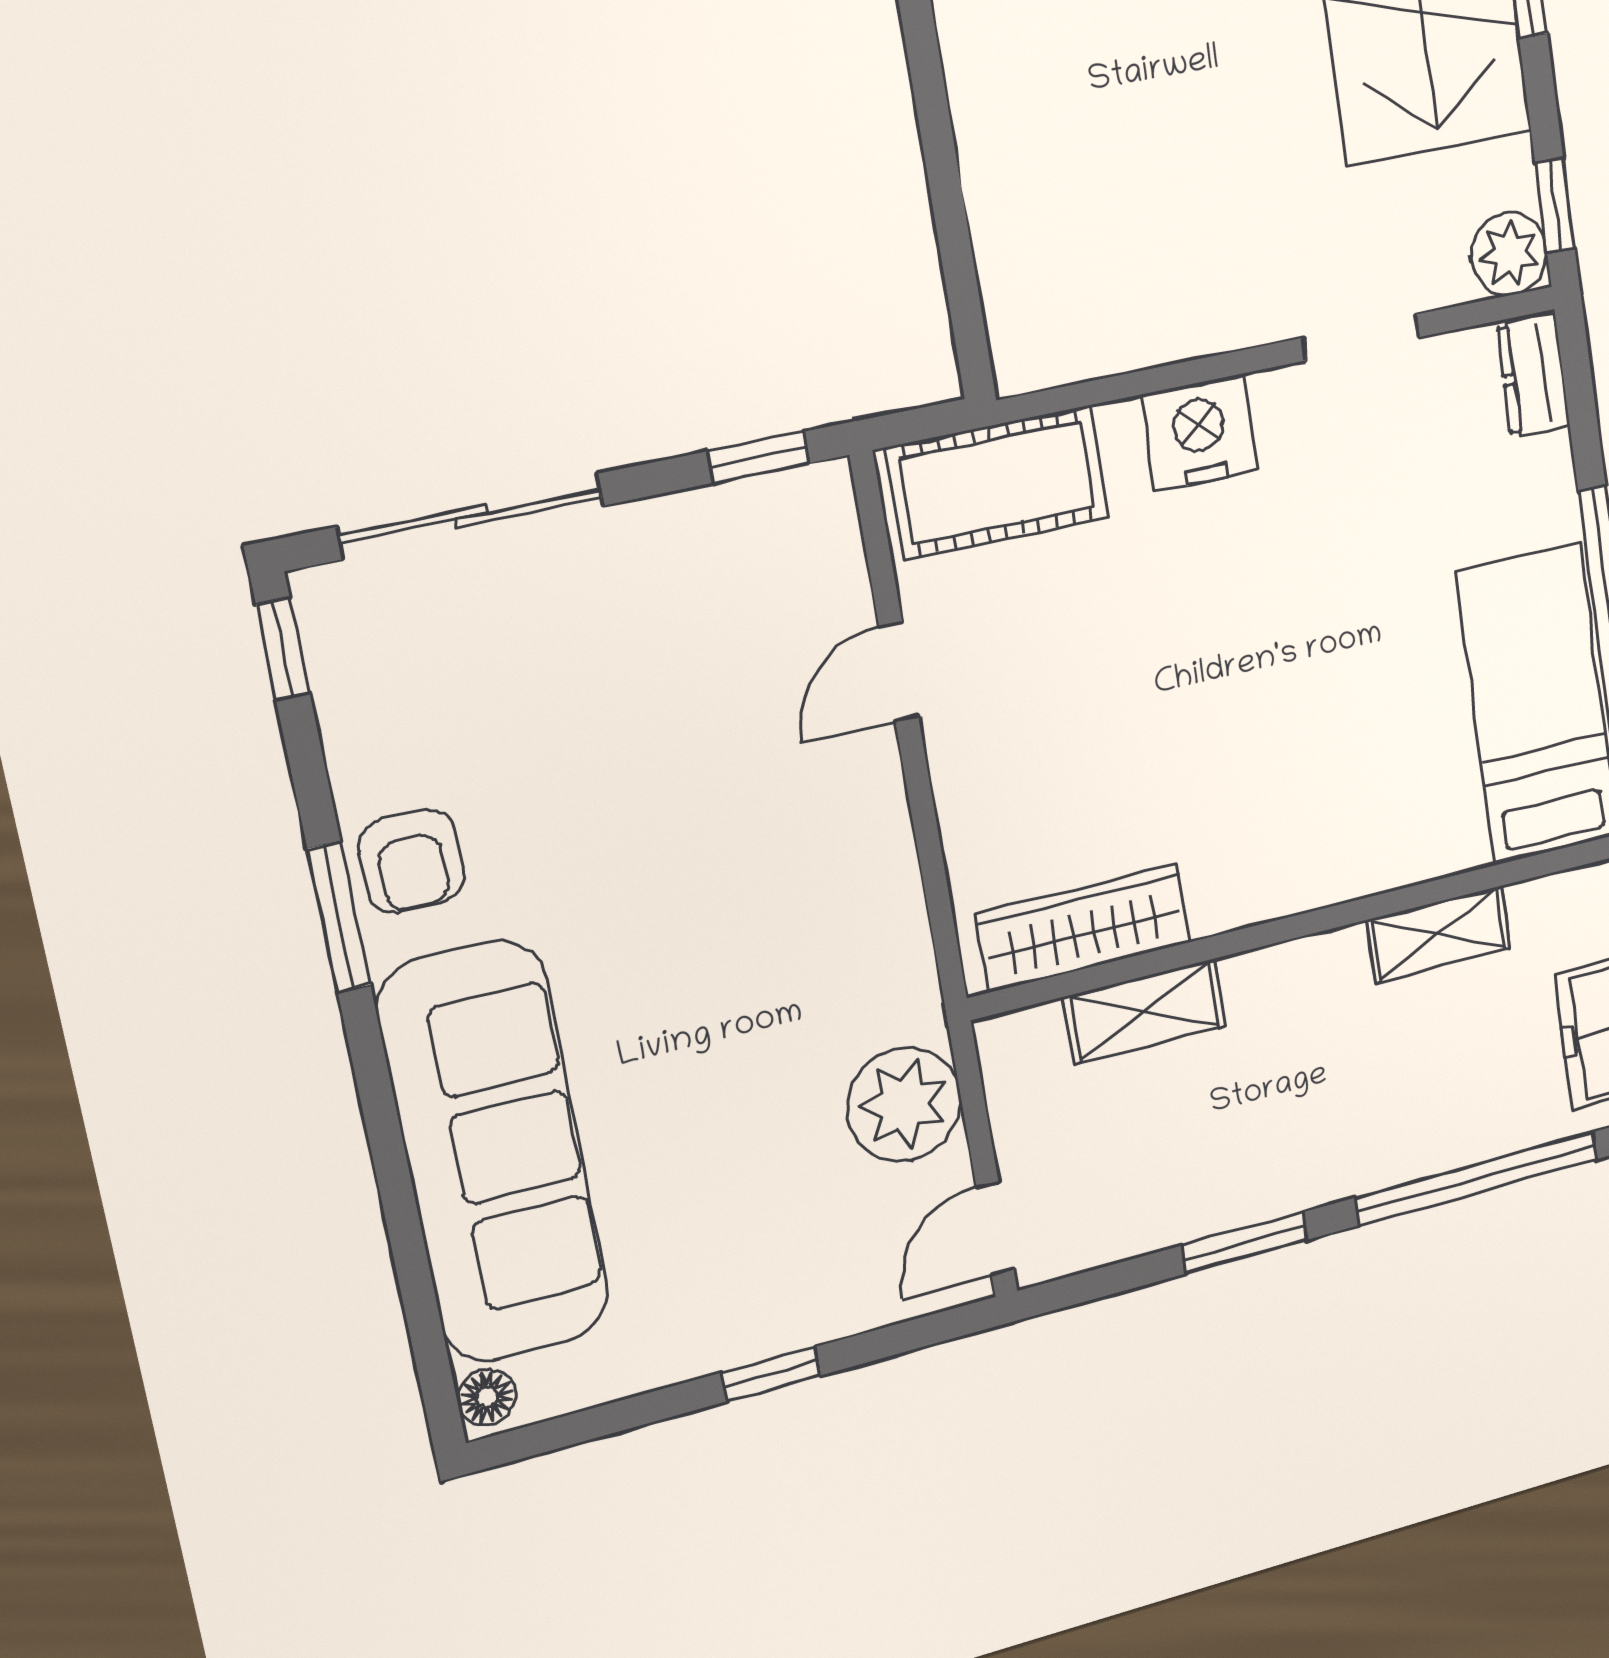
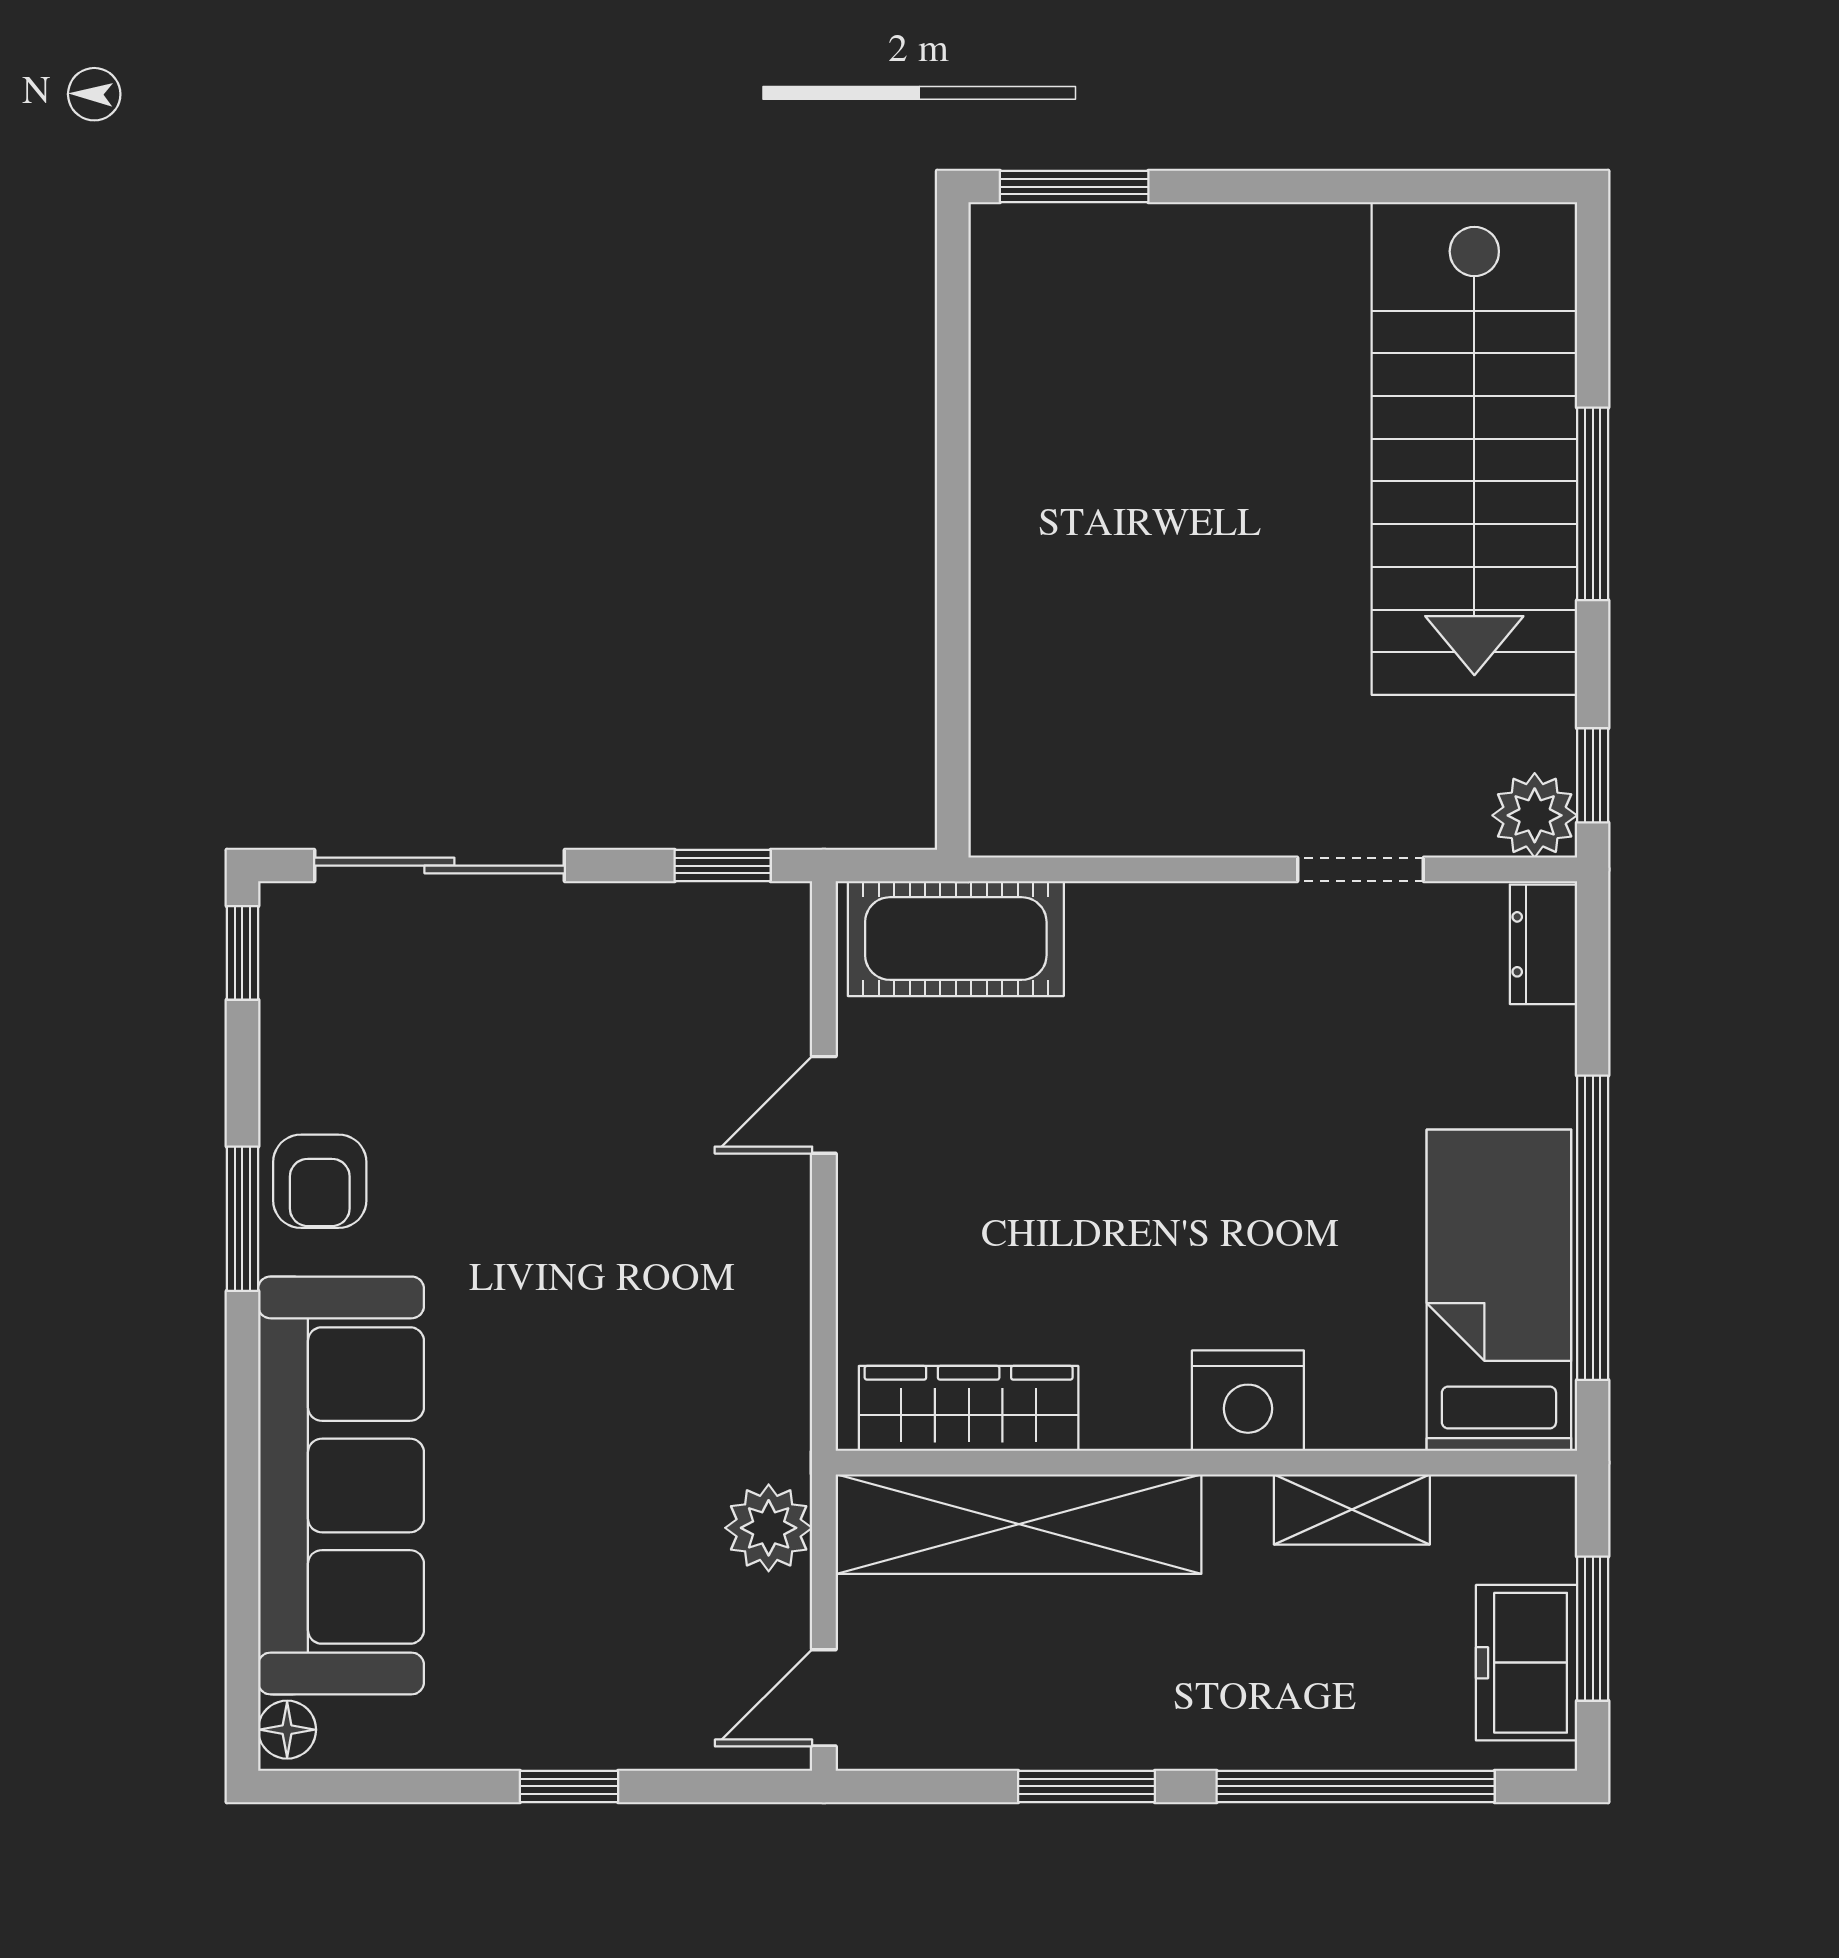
nightstand: (1200, 433) -> (1248, 1401), moved, turned 180
shelving: (1145, 1012) -> (1019, 1524), width x2.20, depth x1.33
plant: (904, 1104) -> (769, 1528), width x0.73, depth x0.73

